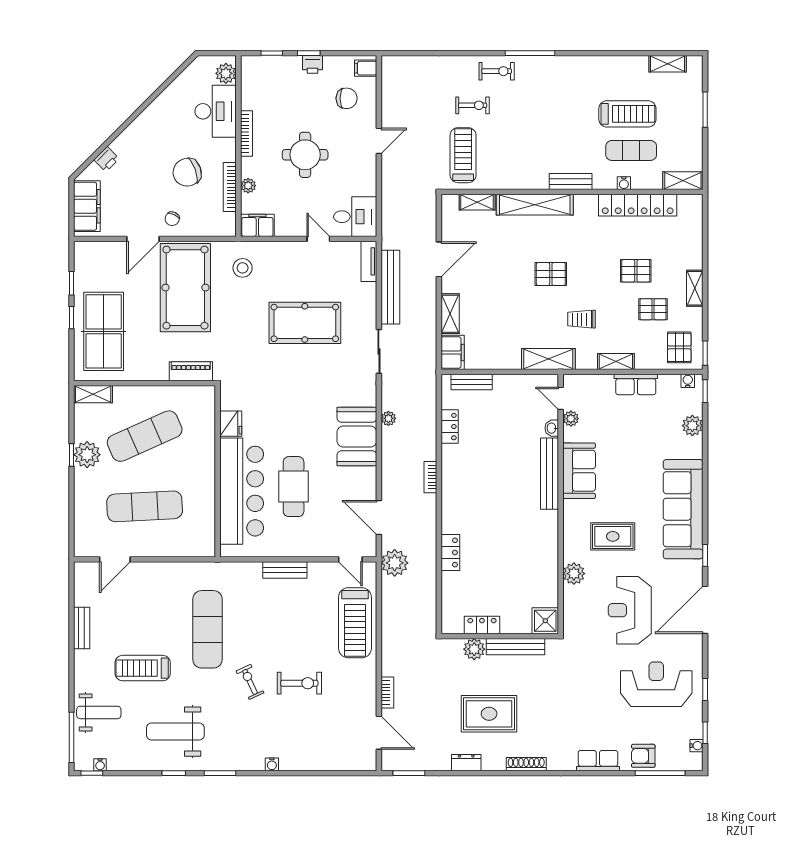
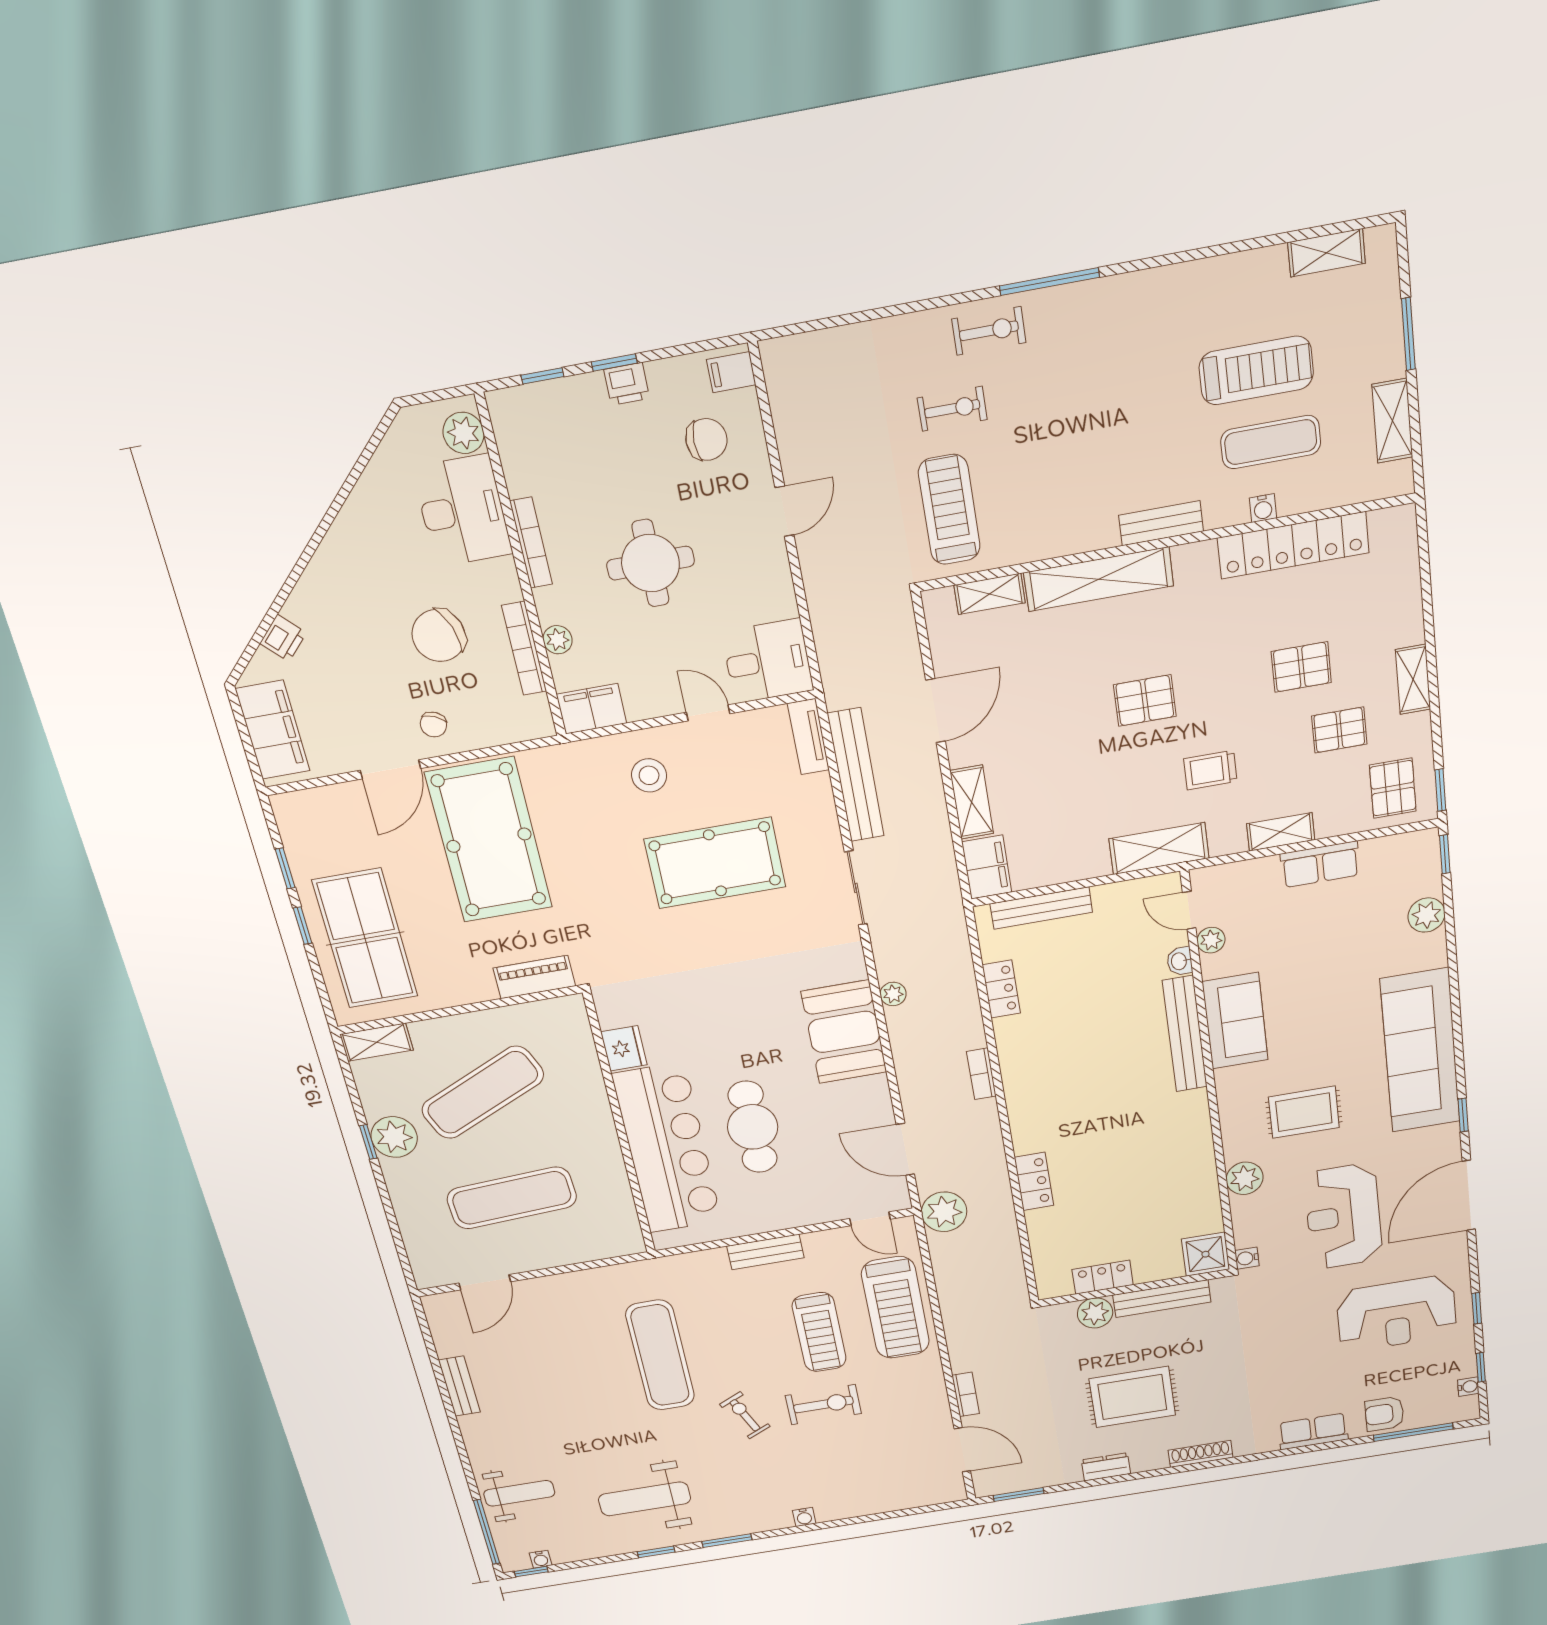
shelving: (683, 181) -> (1392, 421), moved, turned 90
stool: (243, 268) -> (649, 775), moved
water cooler: (688, 381) -> (1247, 1258), moved, turned -90
bench: (472, 382) -> (1041, 908), width x1.36
treadmill: (143, 668) -> (819, 1332), moved, turned -90
reception desk: (656, 684) -> (1397, 1314), turned 180

